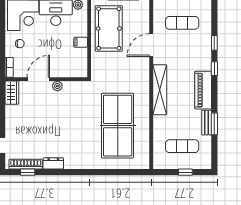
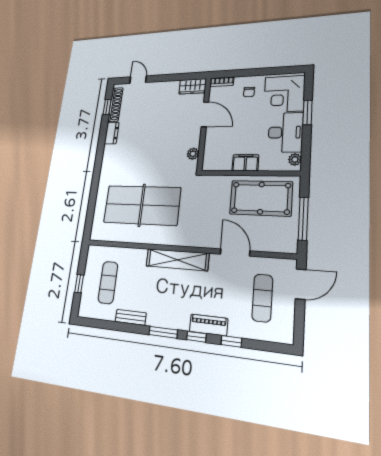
filing cabinet: (81, 42) -> (245, 163), width x2.00
plant: (57, 86) -> (193, 154), moved
piano: (203, 90) -> (209, 325), moved, width x0.73, depth x0.75
window: (214, 124) -> (163, 332), moved

